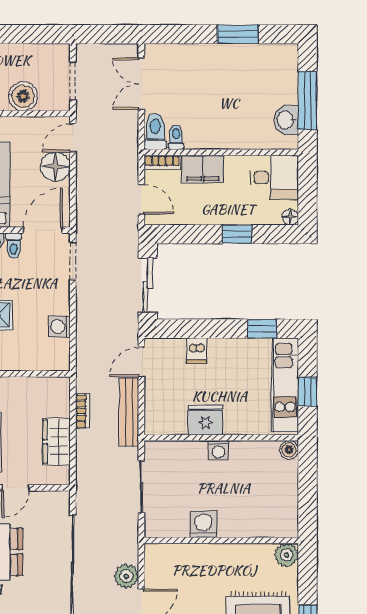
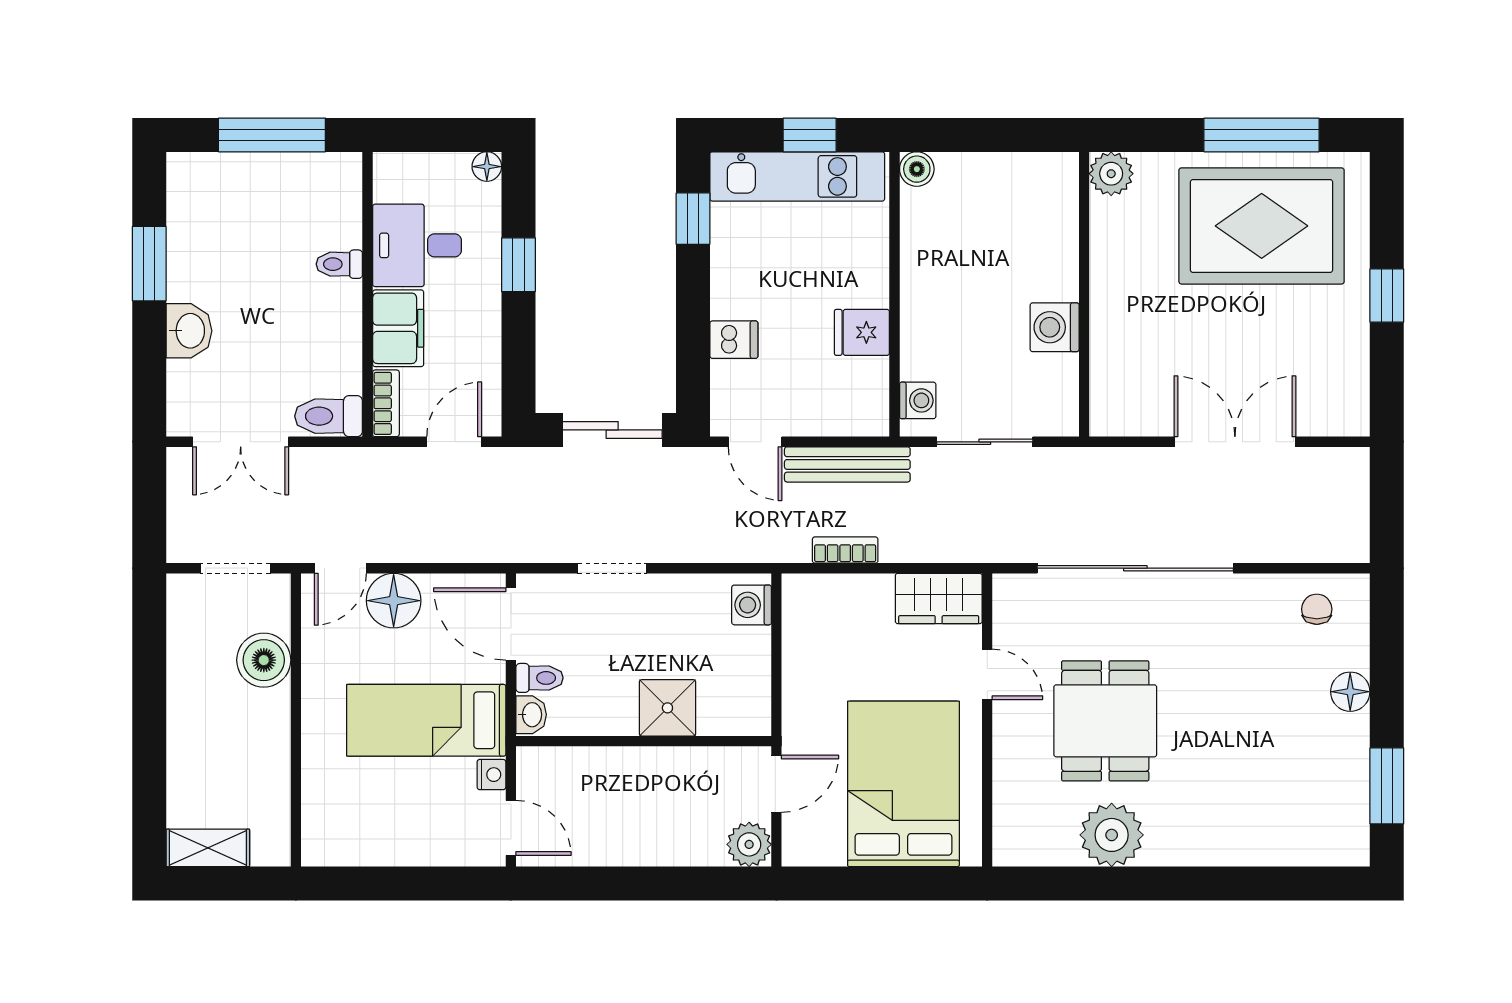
washbasin: (286, 120) -> (189, 331), moved, turned -90
toilet: (176, 137) -> (339, 264), moved
door: (73, 138) -> (340, 568), hinge flipped
desk: (274, 177) -> (417, 245), moved, turned -90
doorway: (73, 261) -> (612, 568), moved
washing machine: (59, 327) -> (752, 605), moved, turned 90
fridge: (205, 420) -> (862, 332), width x0.72
wardrobe: (56, 442) -> (939, 598), moved
washing machine: (218, 450) -> (918, 400), moved
plant: (126, 576) -> (1150, 470), removed

